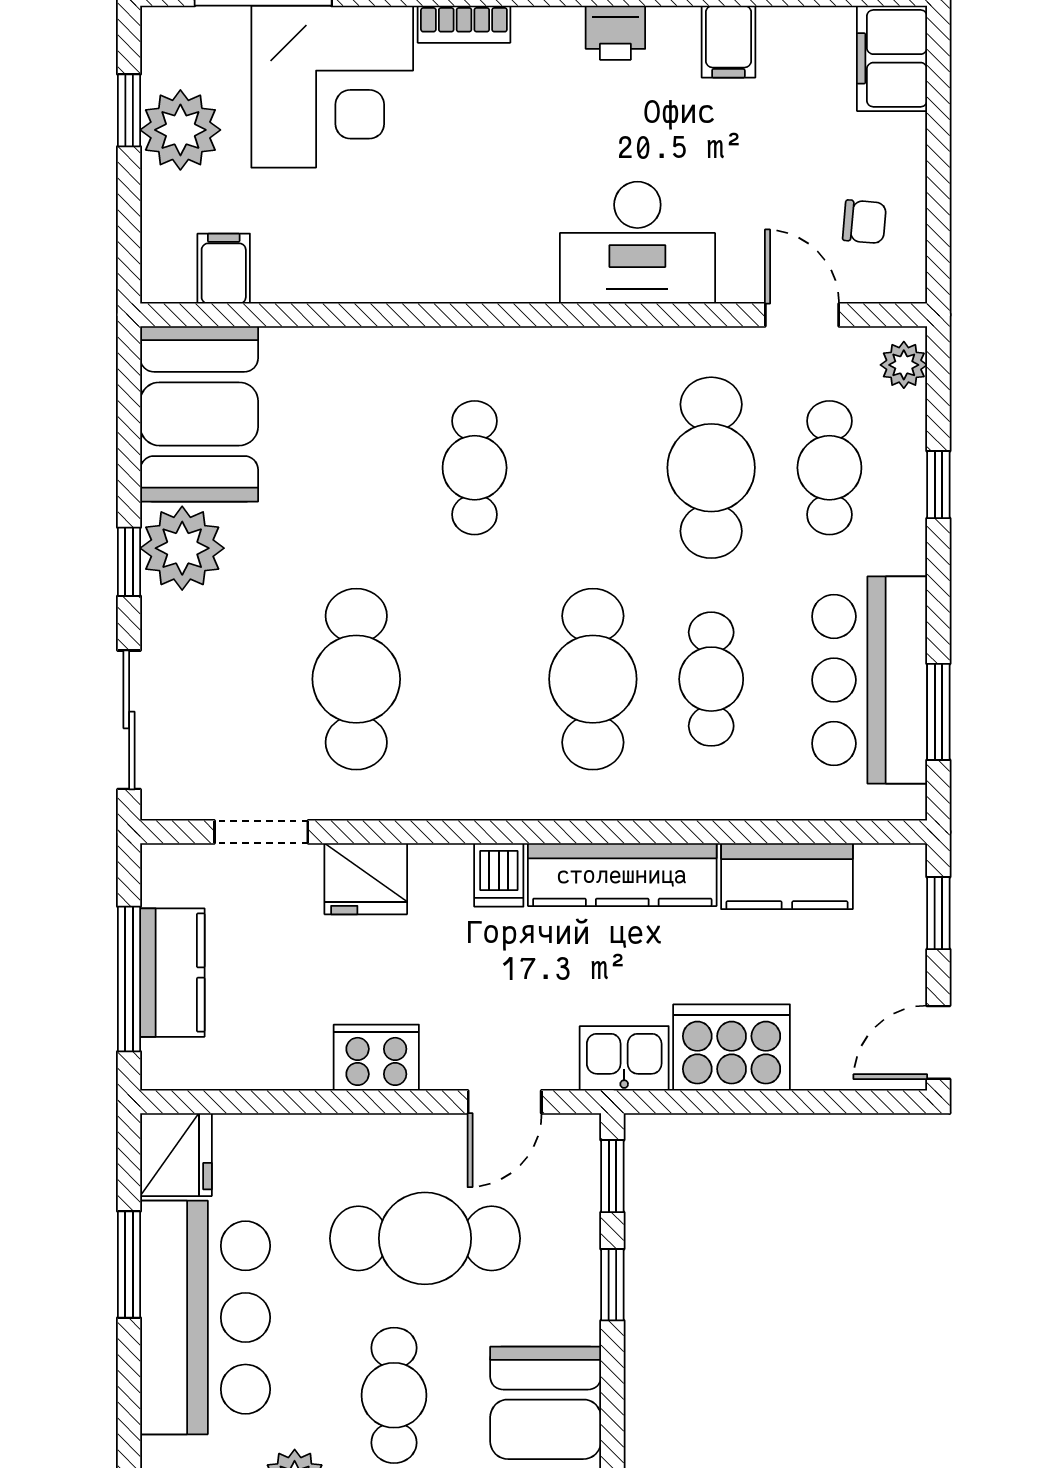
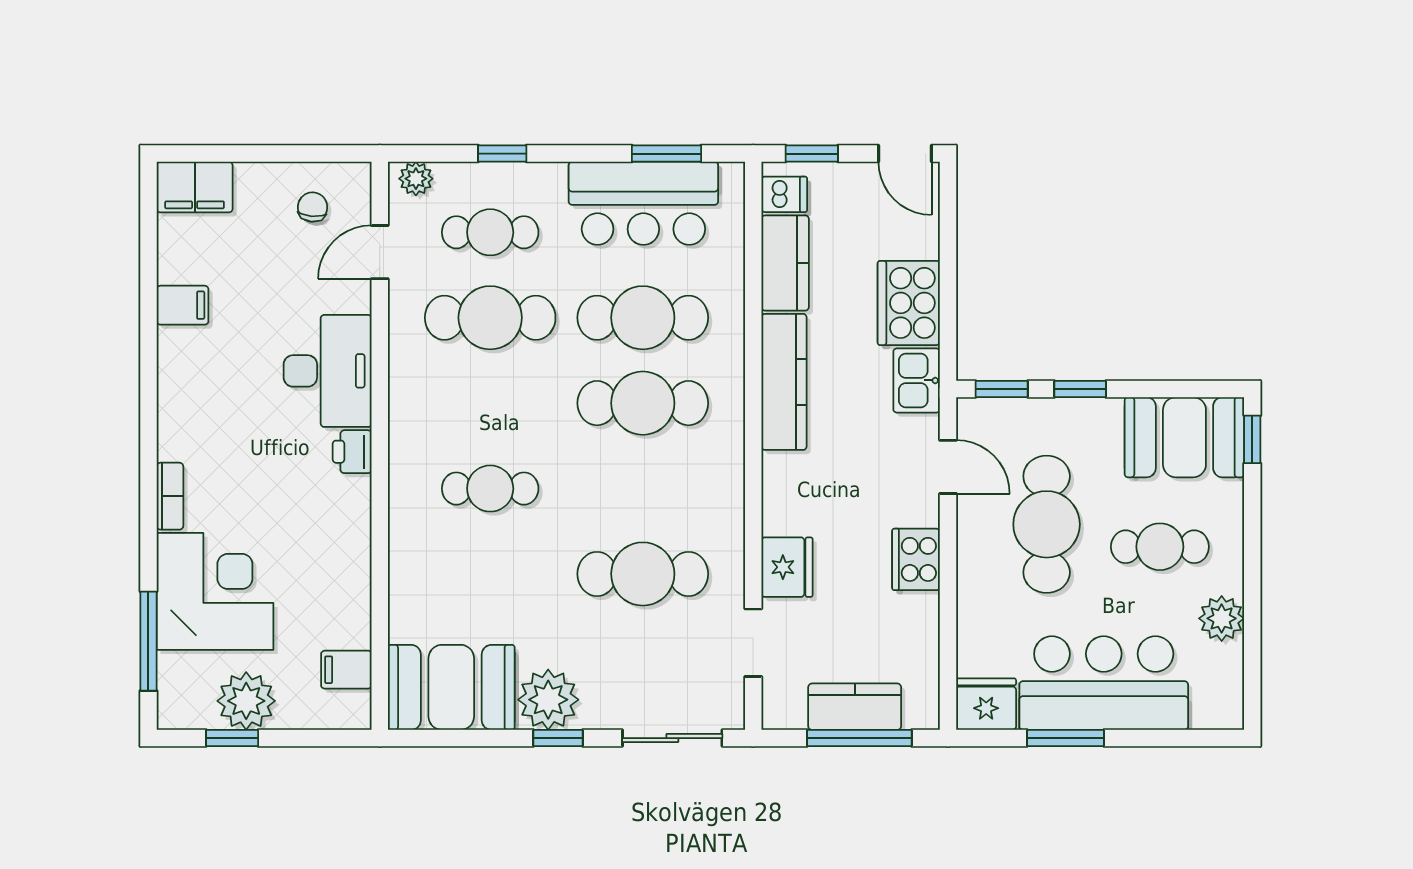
printer: (615, 33) -> (352, 452), moved, turned 180
cafe table: (711, 679) -> (643, 318), width x1.37, depth x1.35
dishwasher: (499, 875) -> (784, 194), moved

